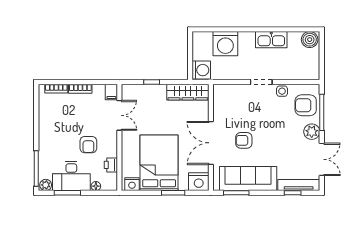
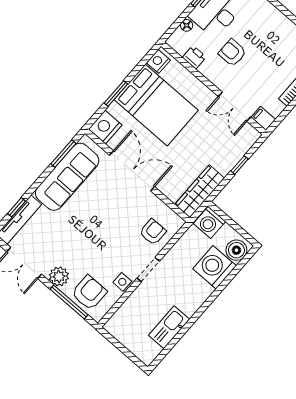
kitchen sink: (271, 40) -> (169, 327), moved
boiler: (310, 40) -> (236, 250), moved
armchair: (244, 140) -> (153, 232), moved

